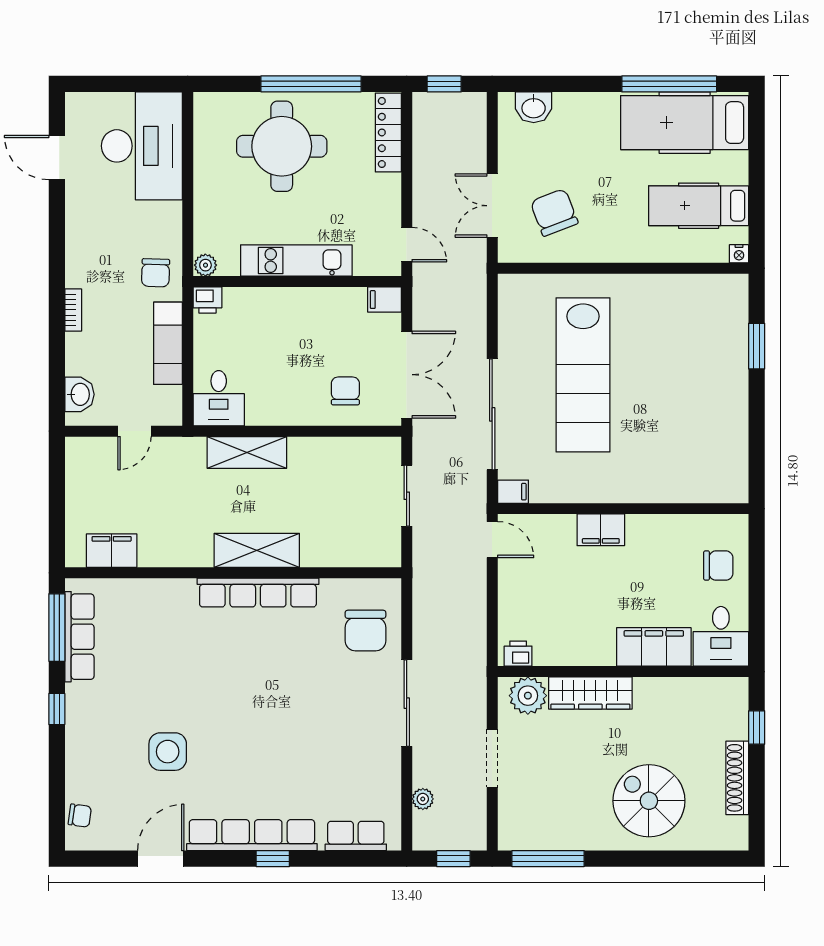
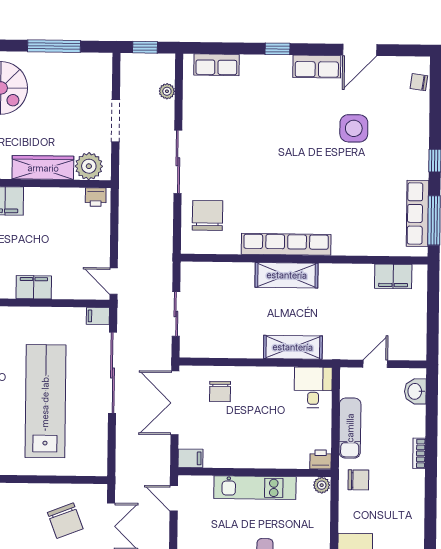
chair: (156, 273) -> (358, 480), turned 88
row of seats: (252, 835) -> (317, 67), width x0.50
window: (548, 859) -> (54, 46), moved

